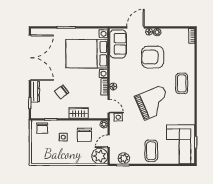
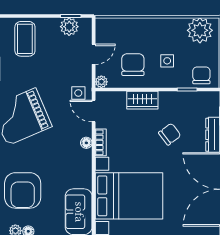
armchair: (153, 57) -> (23, 190), turned 90
plant: (100, 156) -> (200, 30), moved

